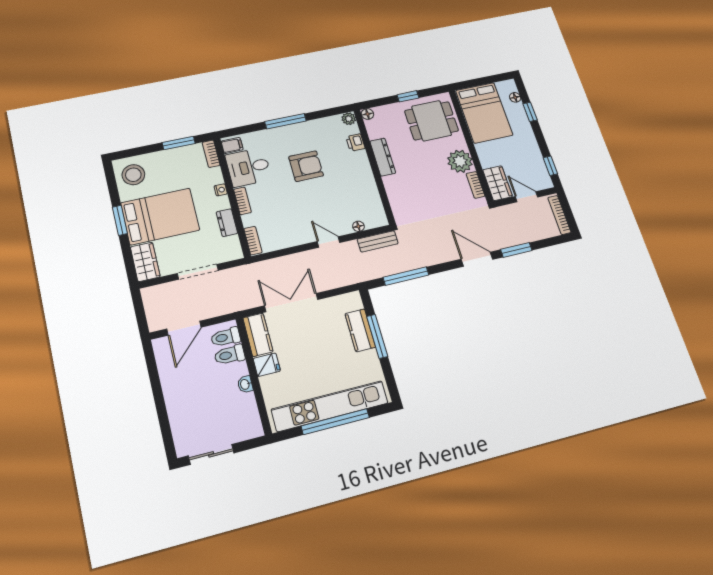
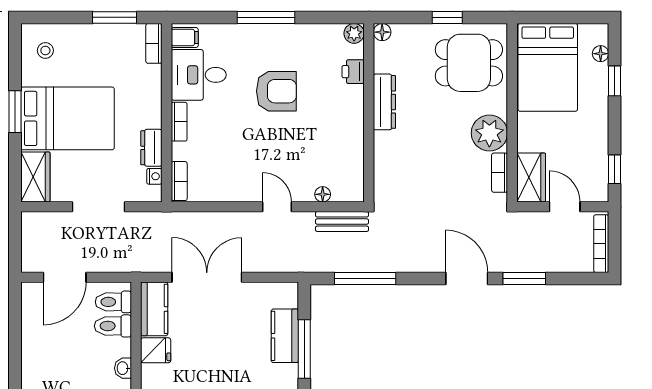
stool: (133, 175) -> (45, 50), width x0.53, depth x0.53
nightstand: (221, 190) -> (154, 176), moved

